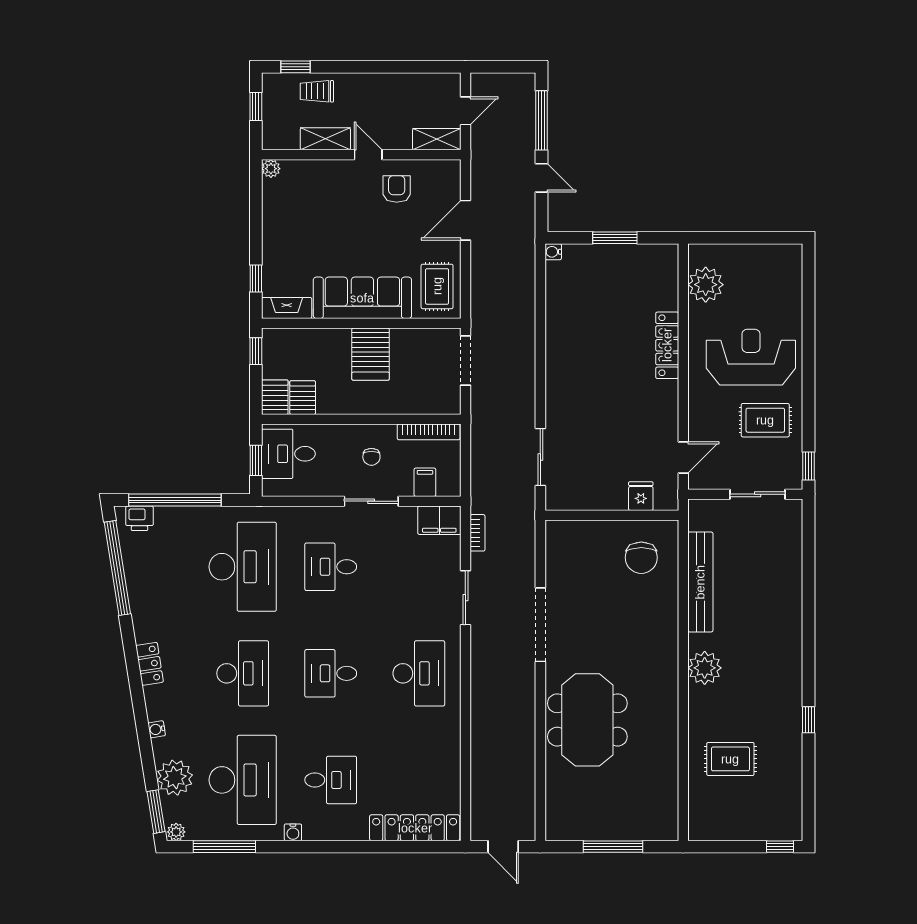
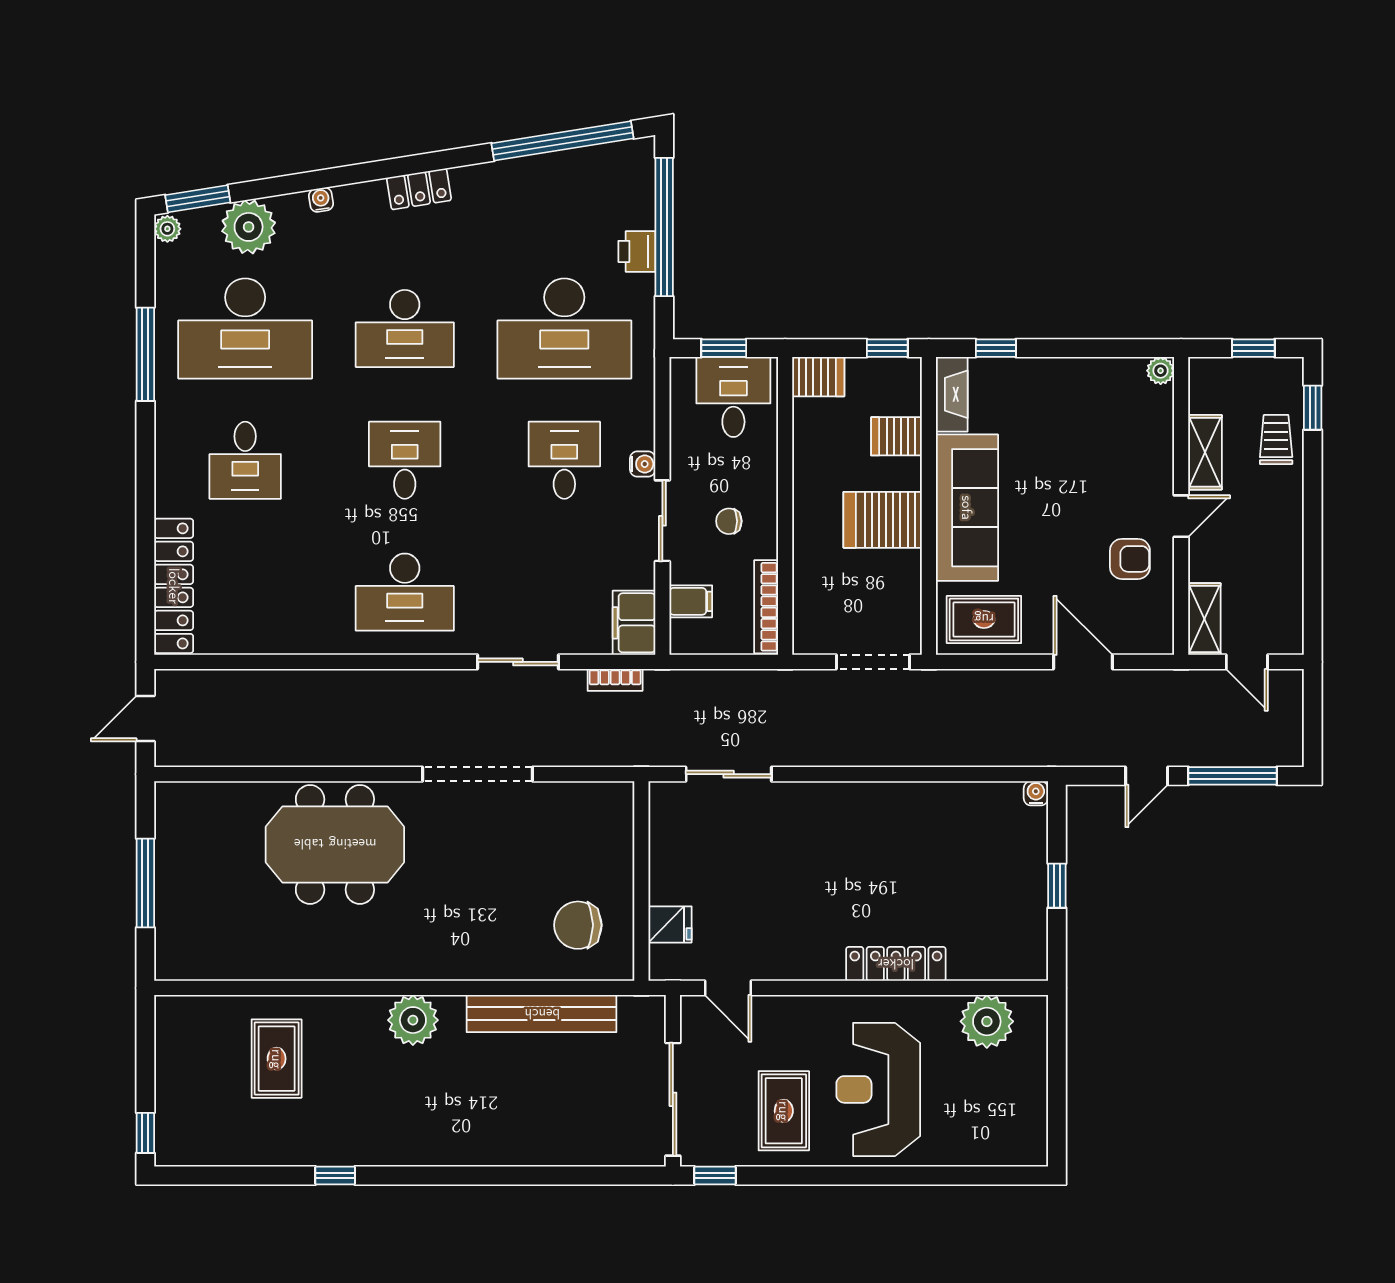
window: (615, 238) -> (1057, 886), width x0.67
reception desk: (751, 357) -> (878, 1089), turned 180
server rack: (303, 398) -> (896, 436), moved, turned 180
sliding door: (758, 494) -> (673, 1099), width x1.37
printer: (139, 518) -> (637, 251), moved
water cooler: (293, 832) -> (643, 464), moved, turned 180
window: (224, 847) -> (145, 354), moved

